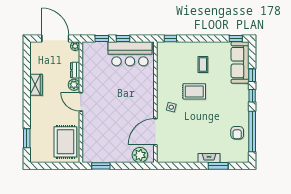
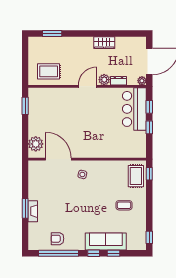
bar counter: (130, 54) -> (134, 109), moved
sofa: (240, 63) -> (106, 242), moved
rug: (194, 91) -> (136, 176), moved
rug: (65, 142) -> (49, 71), width x0.73, depth x0.70
window: (218, 166) -> (25, 208), moved

